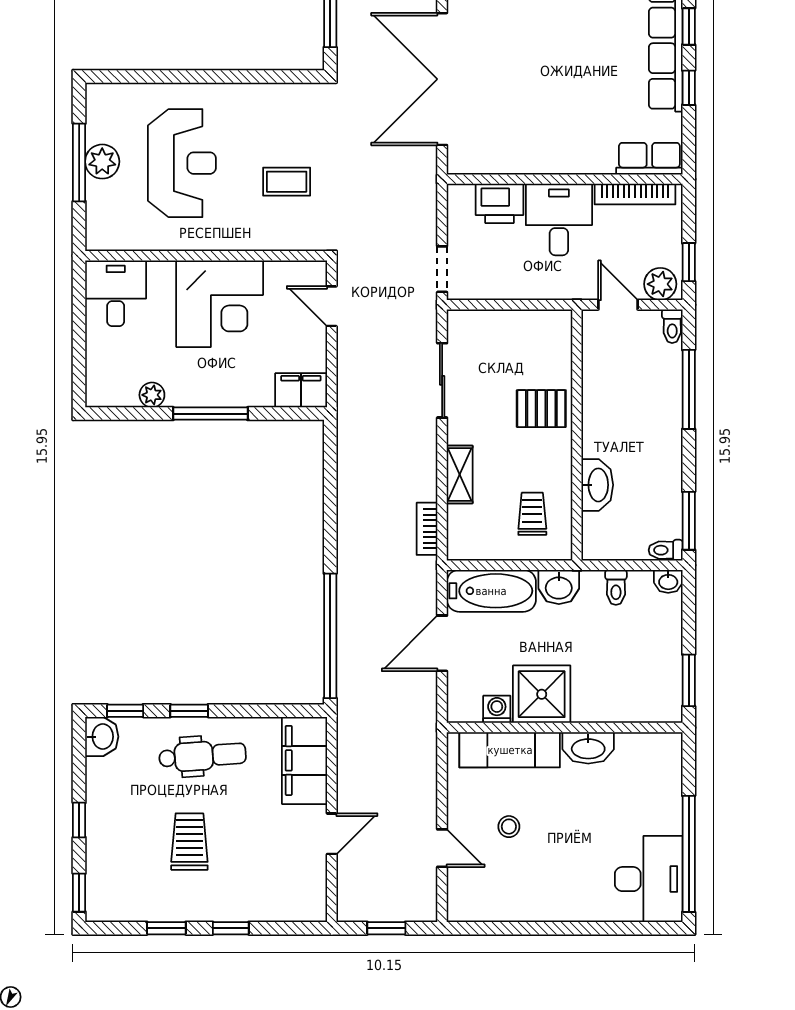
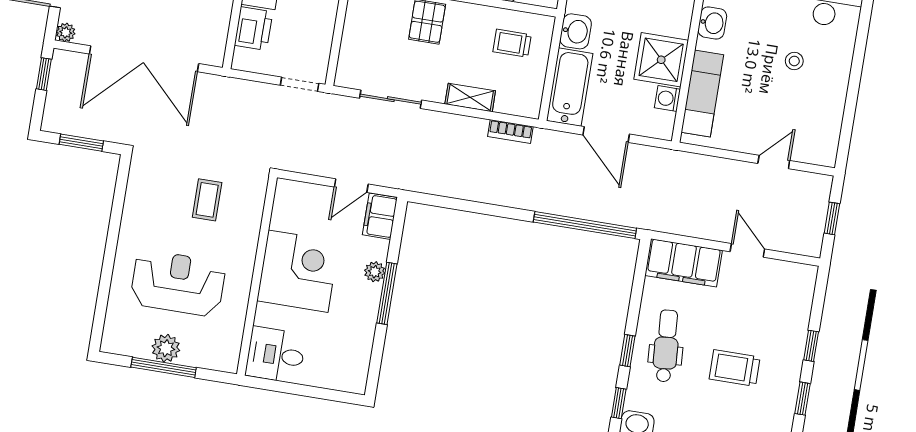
door: (332, 306) -> (351, 186), moved
plant: (152, 395) -> (375, 272), moved
washbasin: (588, 748) -> (712, 23), width x0.72
stool: (509, 827) -> (794, 61), moved

